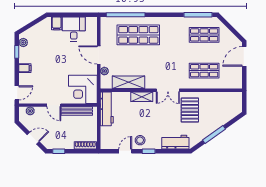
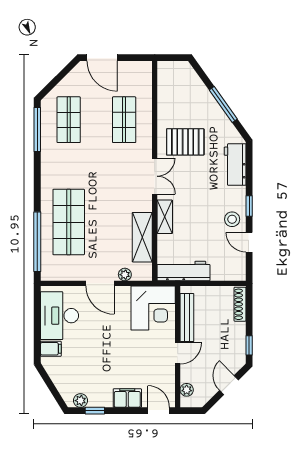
desk: (74, 29) -> (59, 316), width x1.37
door: (99, 55) -> (100, 283), hinge flipped
filing cabinet: (25, 68) -> (127, 398), width x2.00

